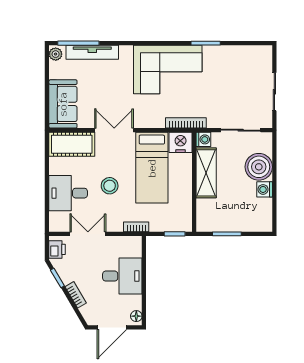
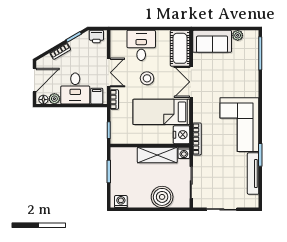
tv unit: (92, 52) -> (253, 174), moved
plant: (56, 54) -> (238, 35), moved
double door: (114, 130) -> (191, 82), swing flipped
washing machine: (265, 189) -> (121, 202), moved
double door: (88, 234) -> (109, 73), moved
filing cabinet: (132, 249) -> (97, 96), added
plant: (135, 302) -> (54, 99), added
door: (112, 327) -> (34, 80), swing flipped

